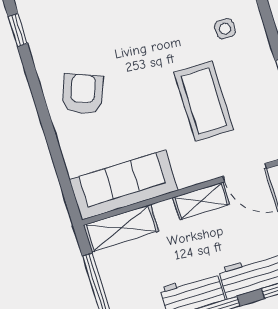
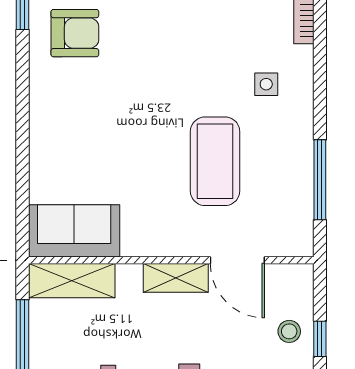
armchair: (83, 94) -> (75, 33), moved, turned 69
sofa: (124, 185) -> (74, 231), width x0.73

